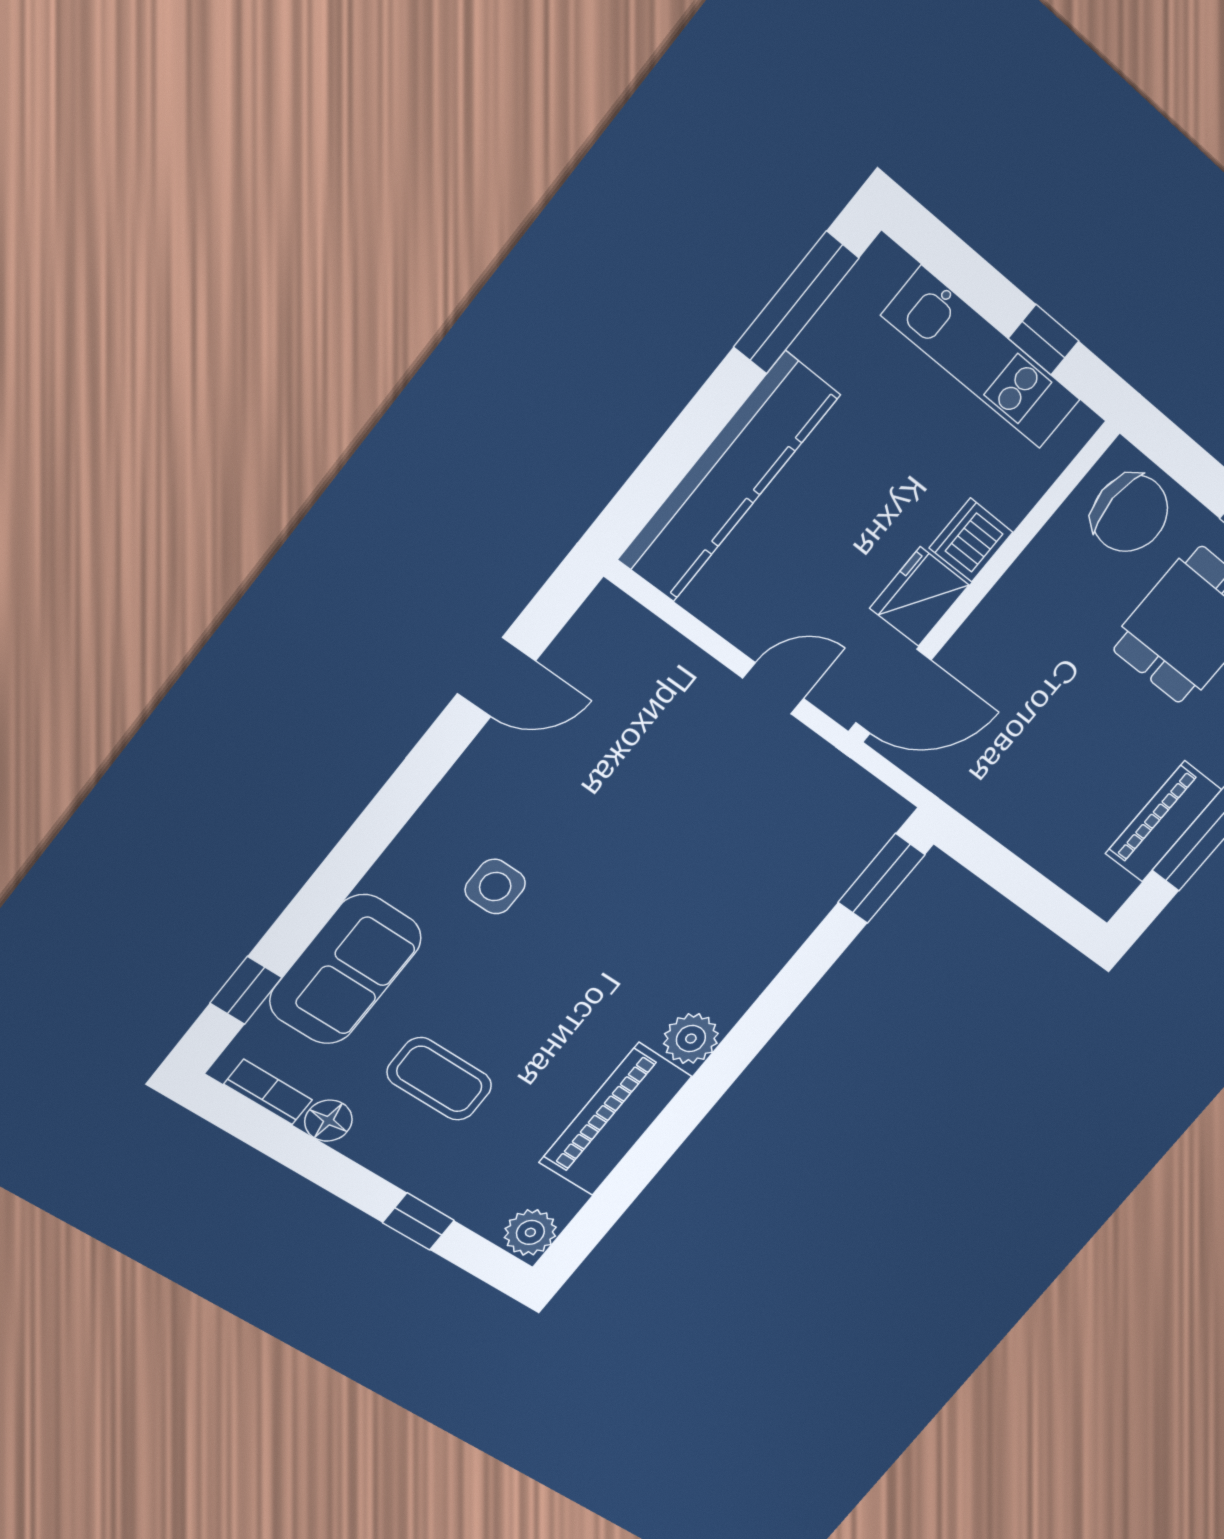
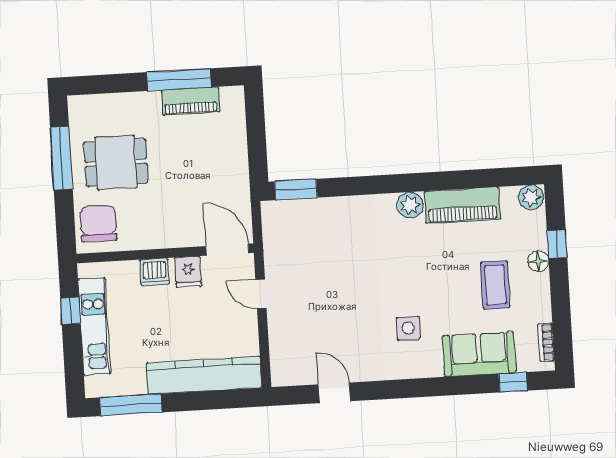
fridge: (919, 597) -> (188, 272), width x0.72
floor lamp: (328, 1121) -> (538, 261), moved

